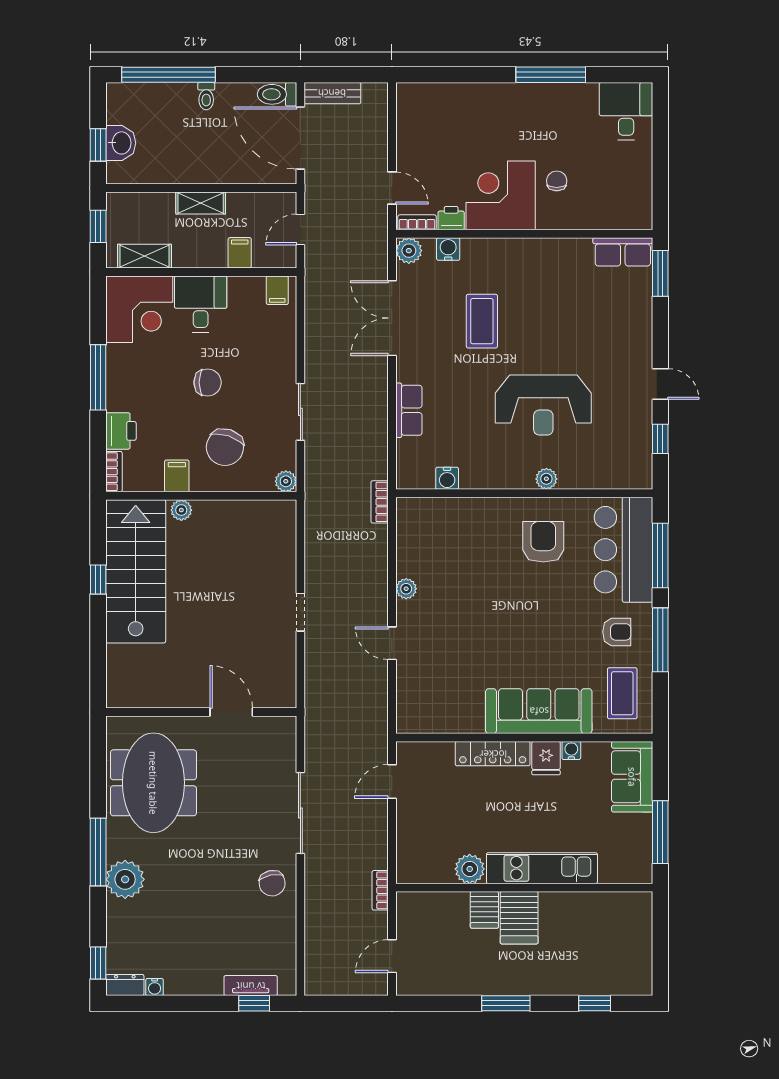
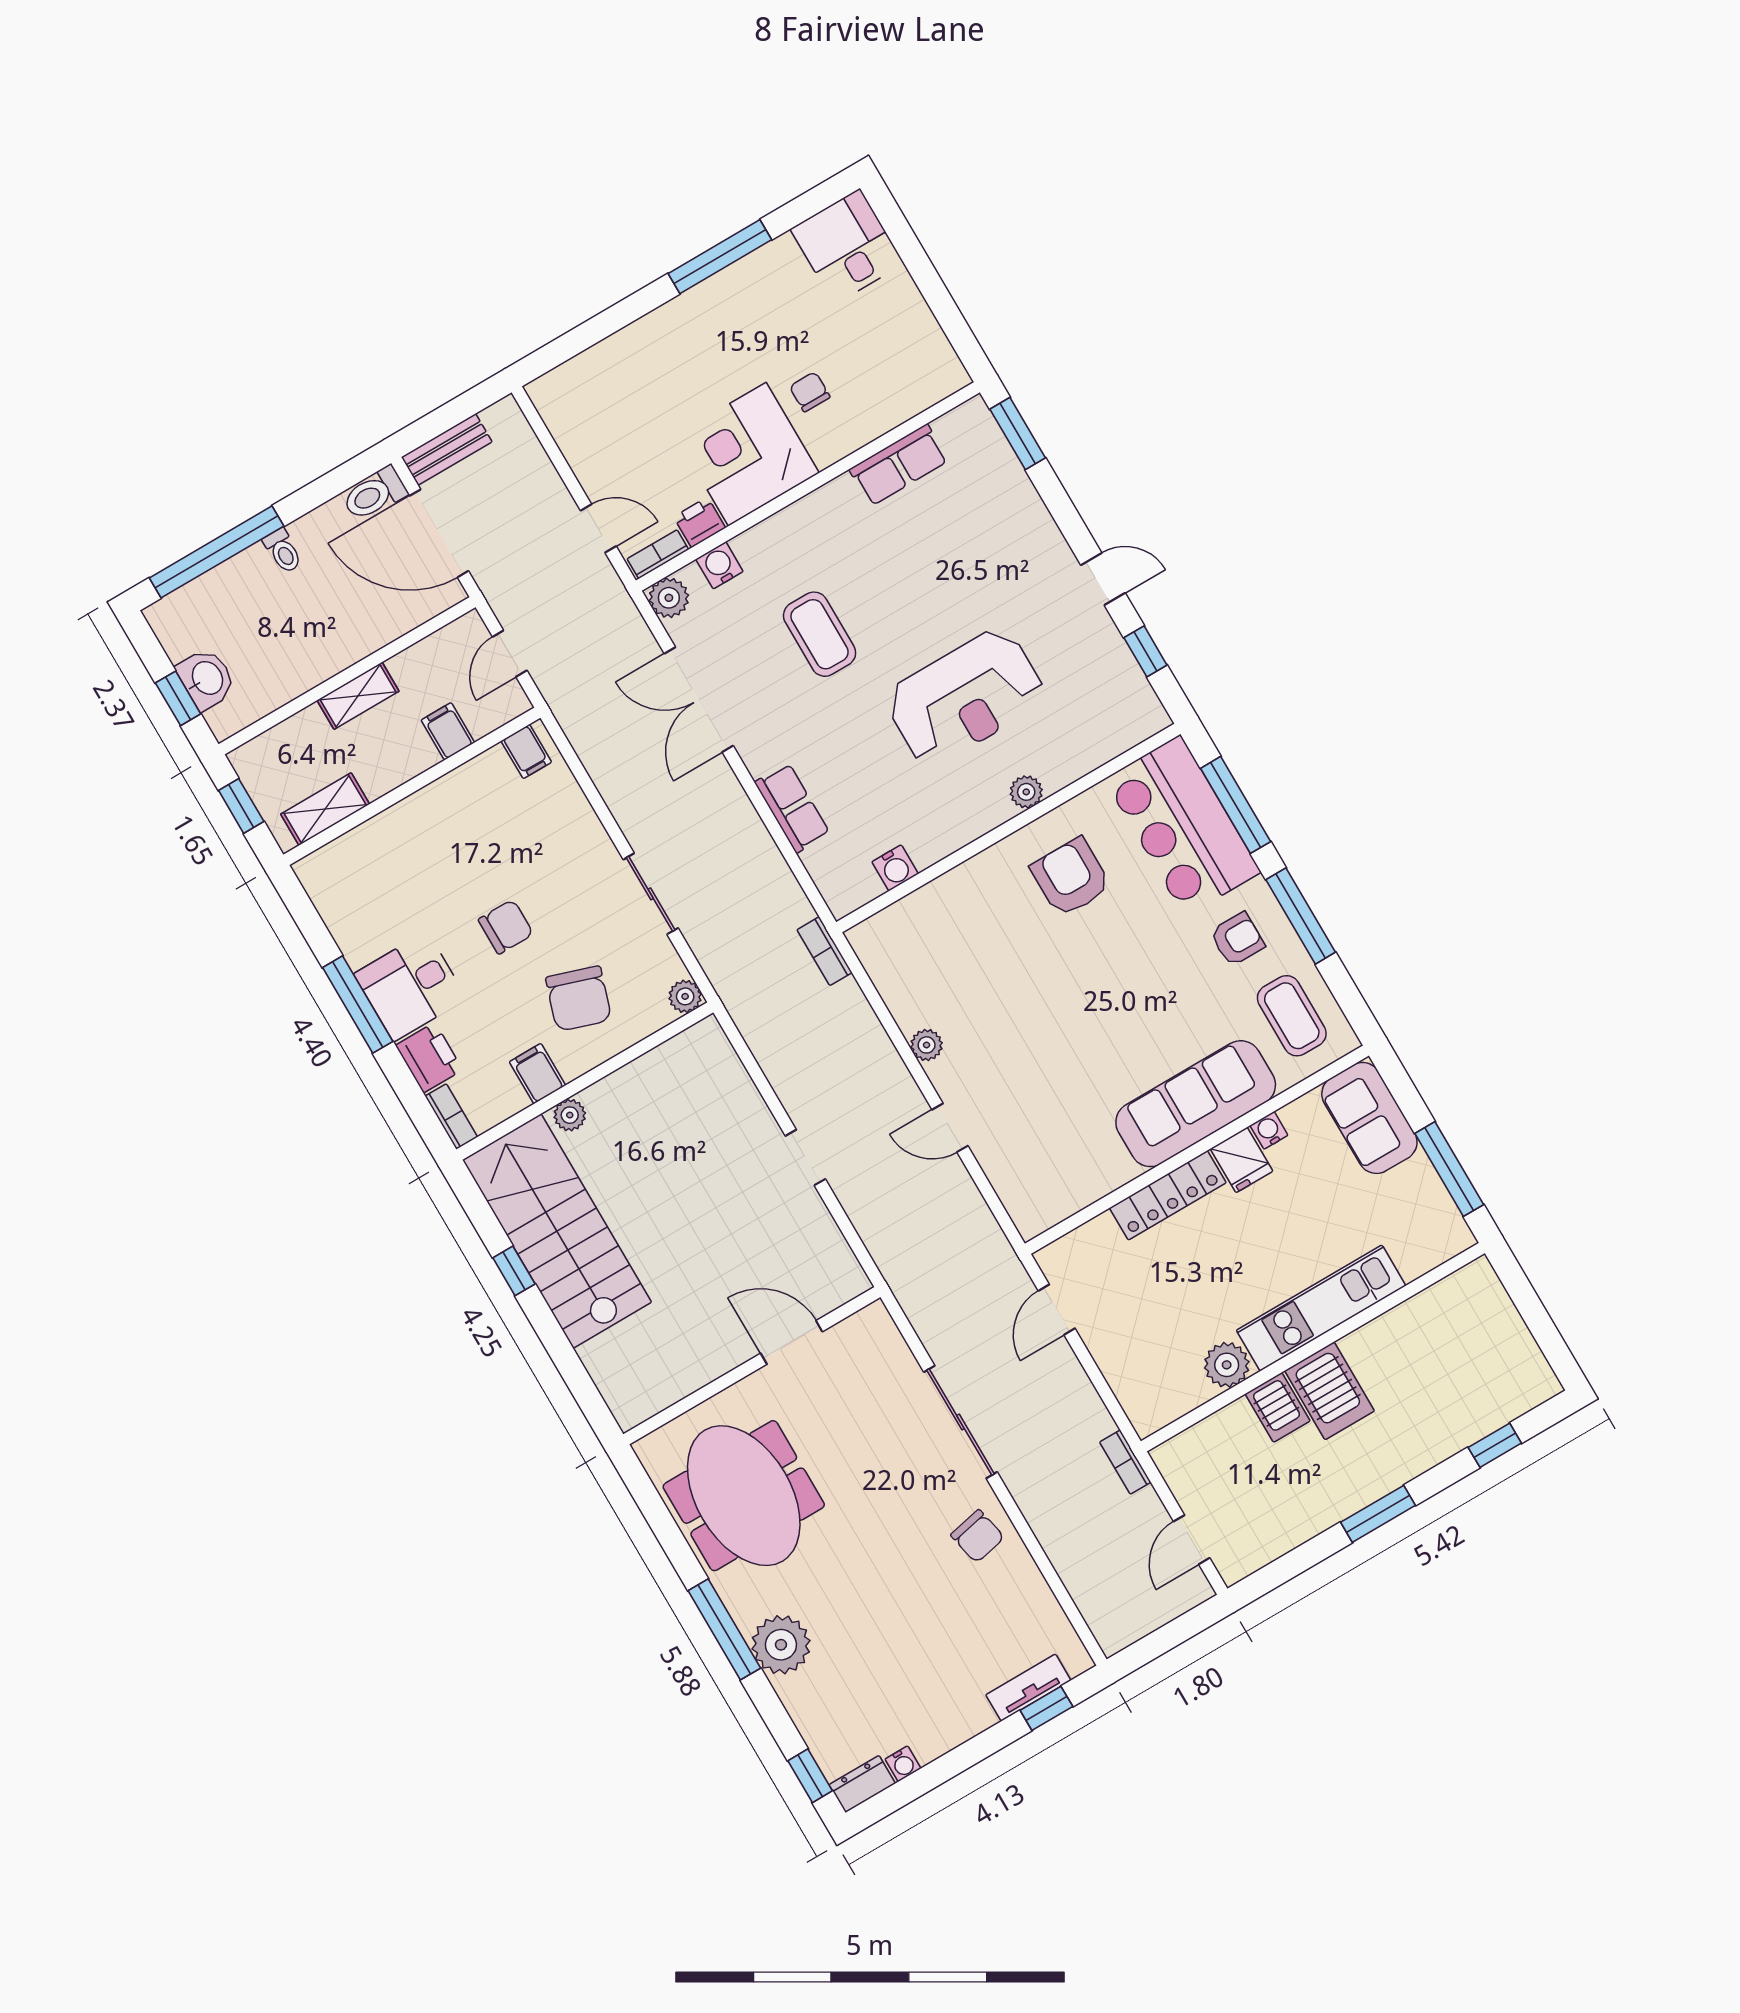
row of seats: (623, 252) -> (899, 465), moved
desk: (201, 304) -> (410, 986), moved, turned -90
corner desk: (139, 309) -> (359, 883), removed

